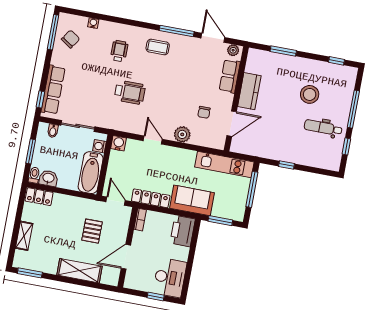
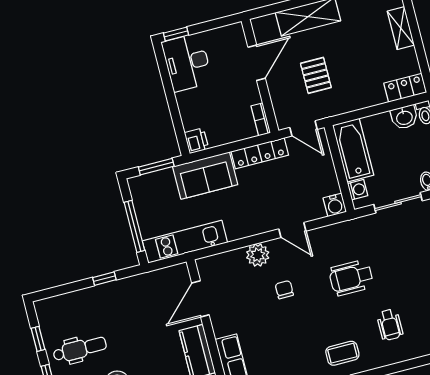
chair: (204, 112) -> (284, 290), moved
printer: (183, 231) -> (197, 141), width x0.53, depth x0.68
window: (156, 296) -> (176, 34), moved

